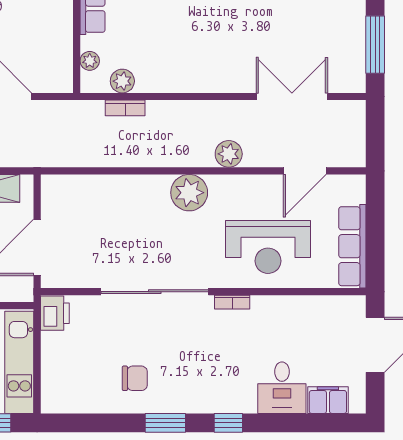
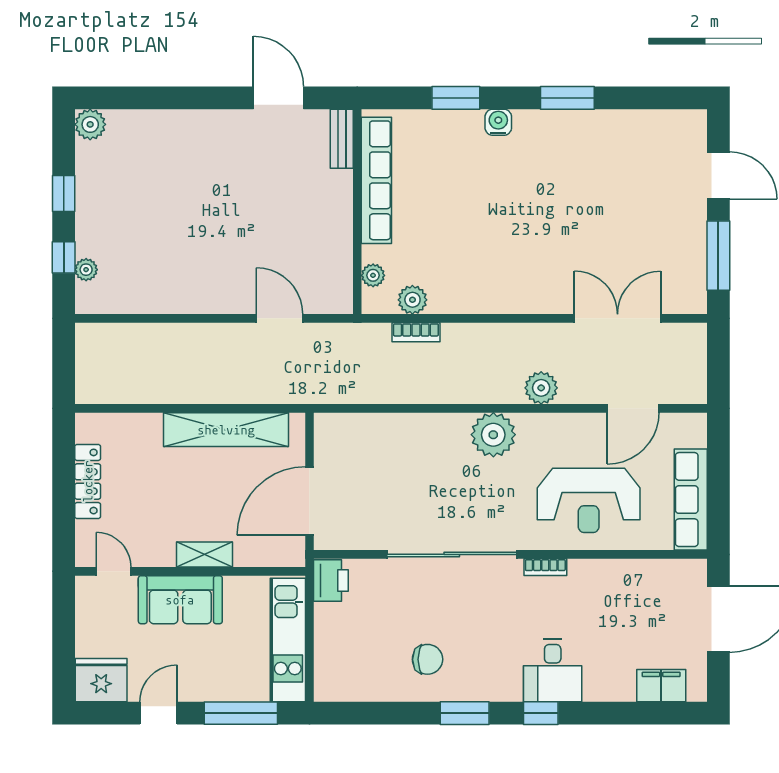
desk: (282, 388) -> (553, 671), moved

